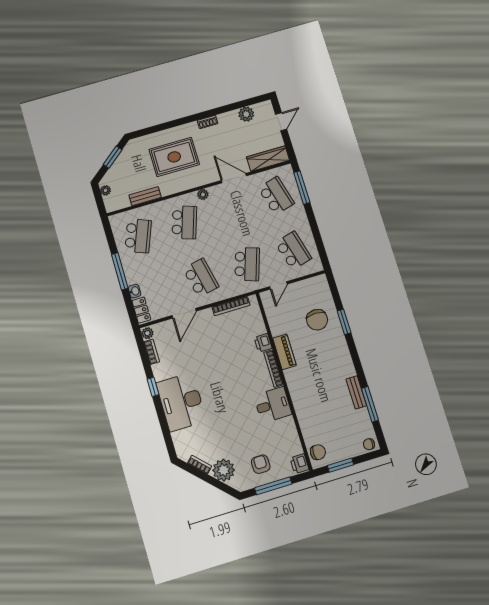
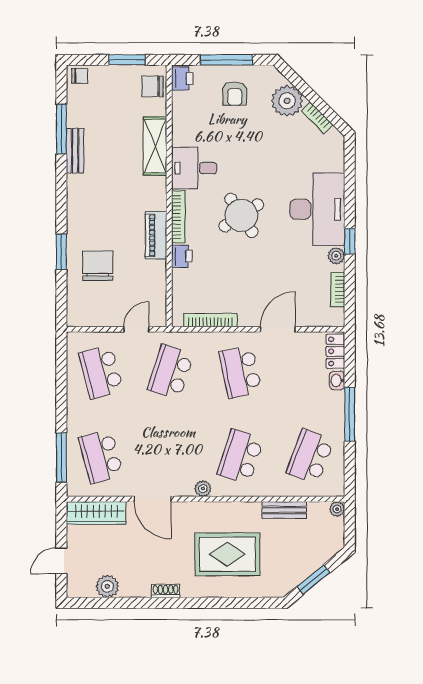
plant: (105, 190) -> (337, 509), moved
plant: (147, 333) -> (336, 256), moved
round table: (231, 382) -> (241, 215), added
shelving: (304, 412) -> (155, 146), added

